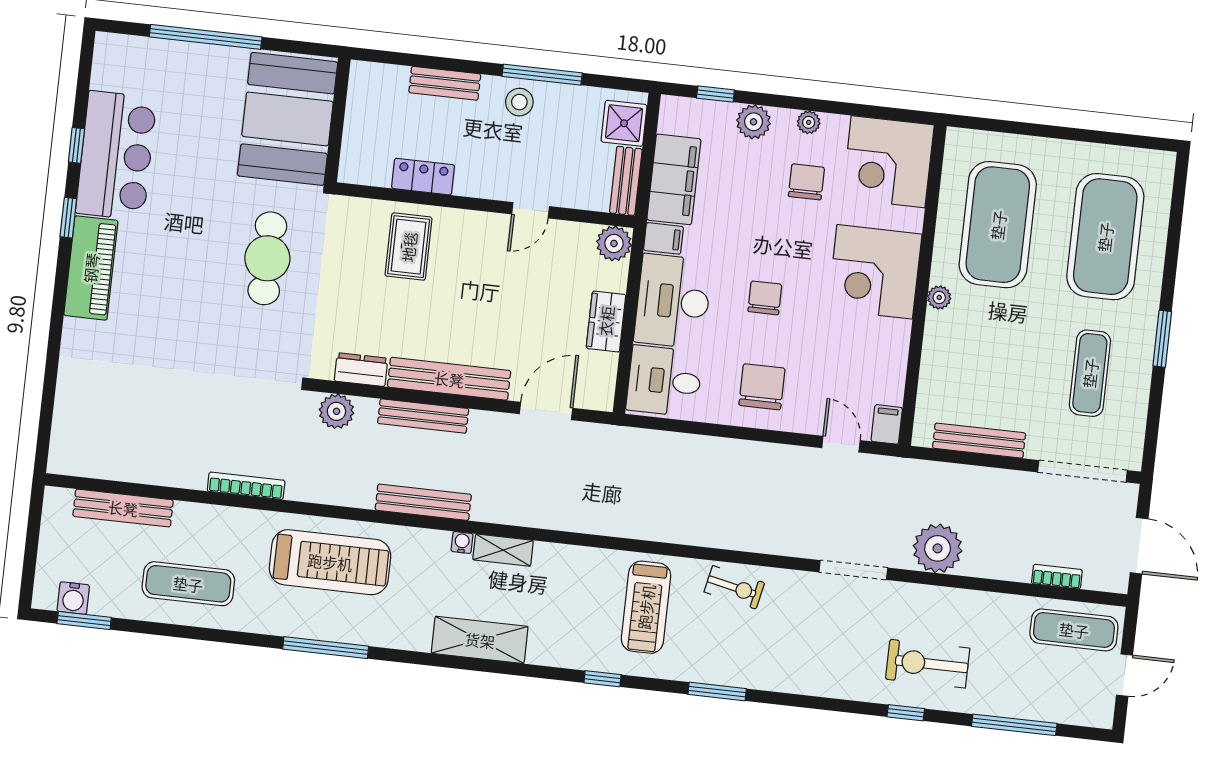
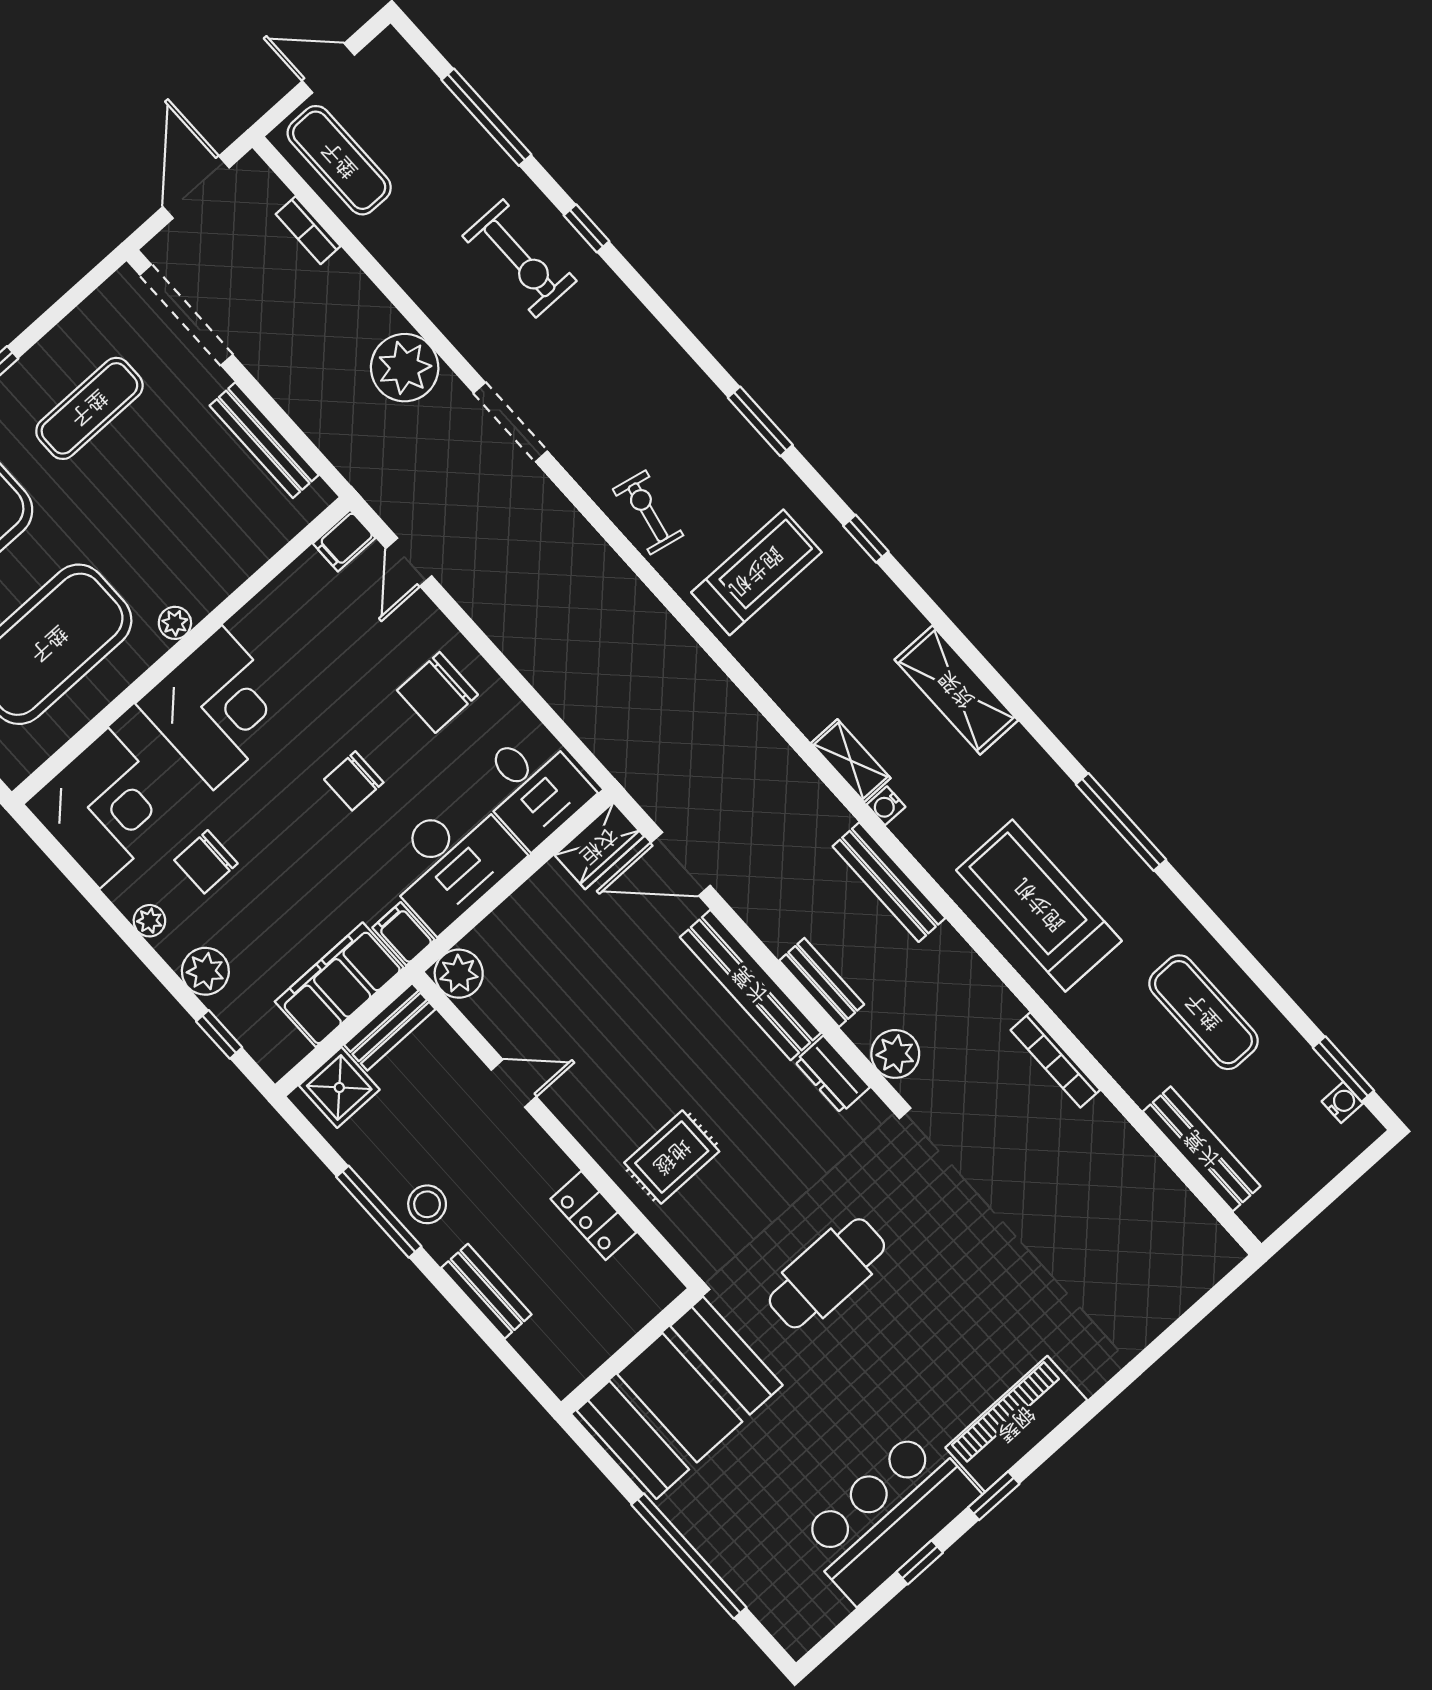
wardrobe: (606, 321) -> (599, 846), moved
bench: (423, 416) -> (822, 982), width x0.73
water cooler: (73, 598) -> (1342, 1102), width x0.72, depth x0.72

